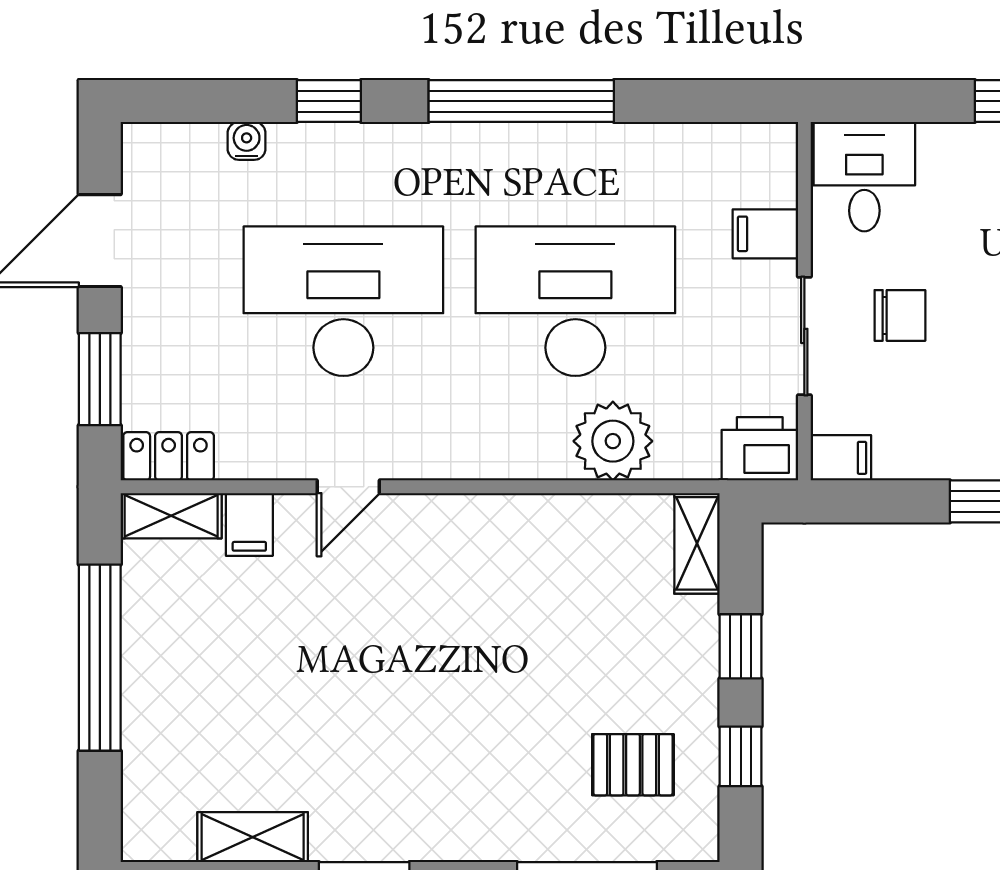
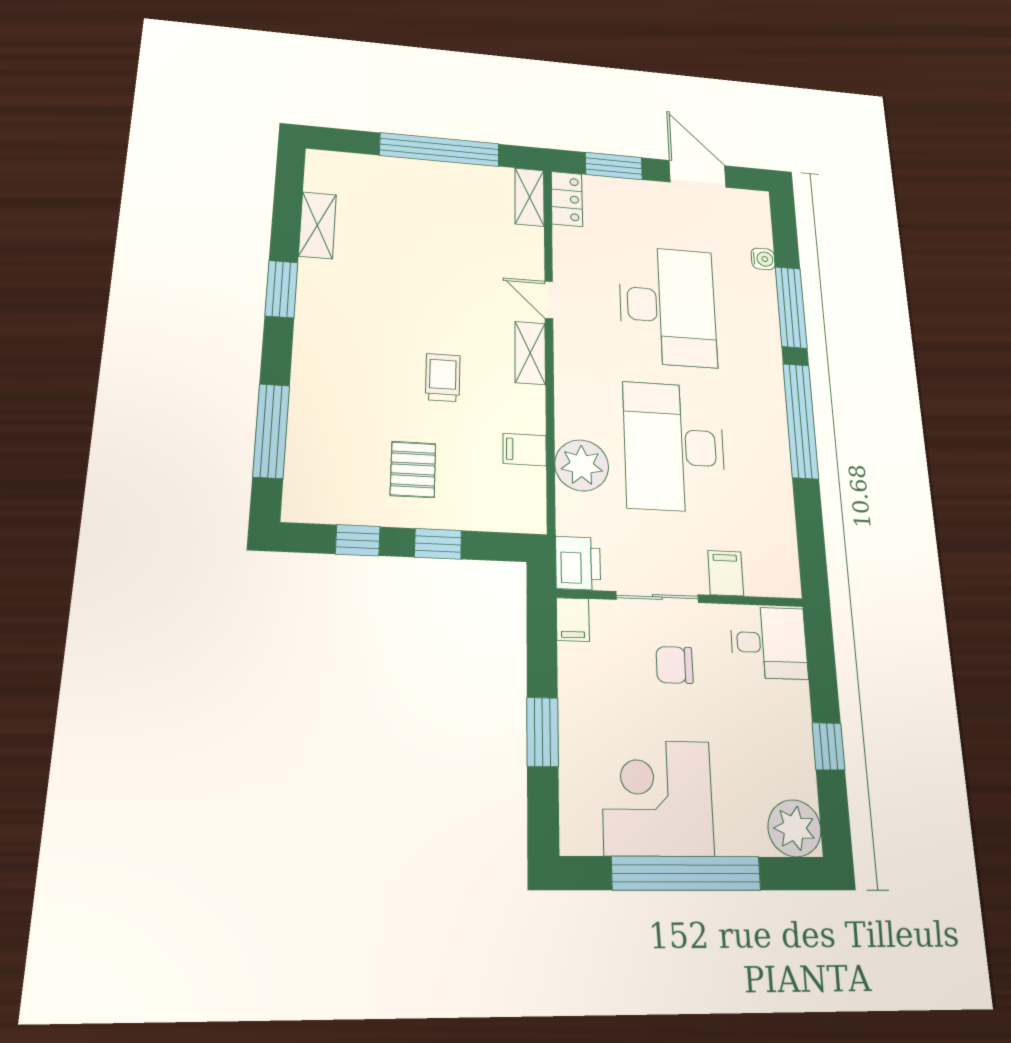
window: (329, 101) -> (791, 307), width x2.17
desk: (575, 301) -> (674, 447), turned 180
chair: (900, 315) -> (675, 665), turned 90
filing cabinet: (249, 524) -> (525, 450), moved
shelving: (697, 543) -> (530, 353), moved, turned 90
trolley: (488, 645) -> (443, 378), added
pallet: (633, 765) -> (413, 469), moved

